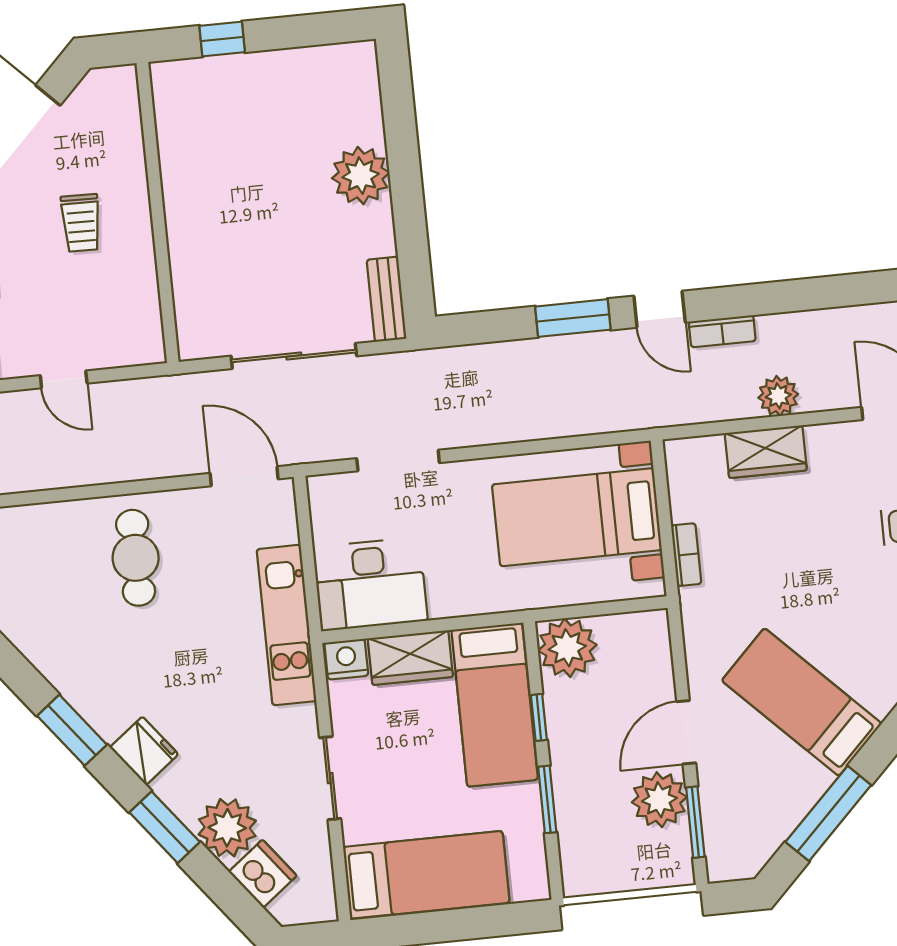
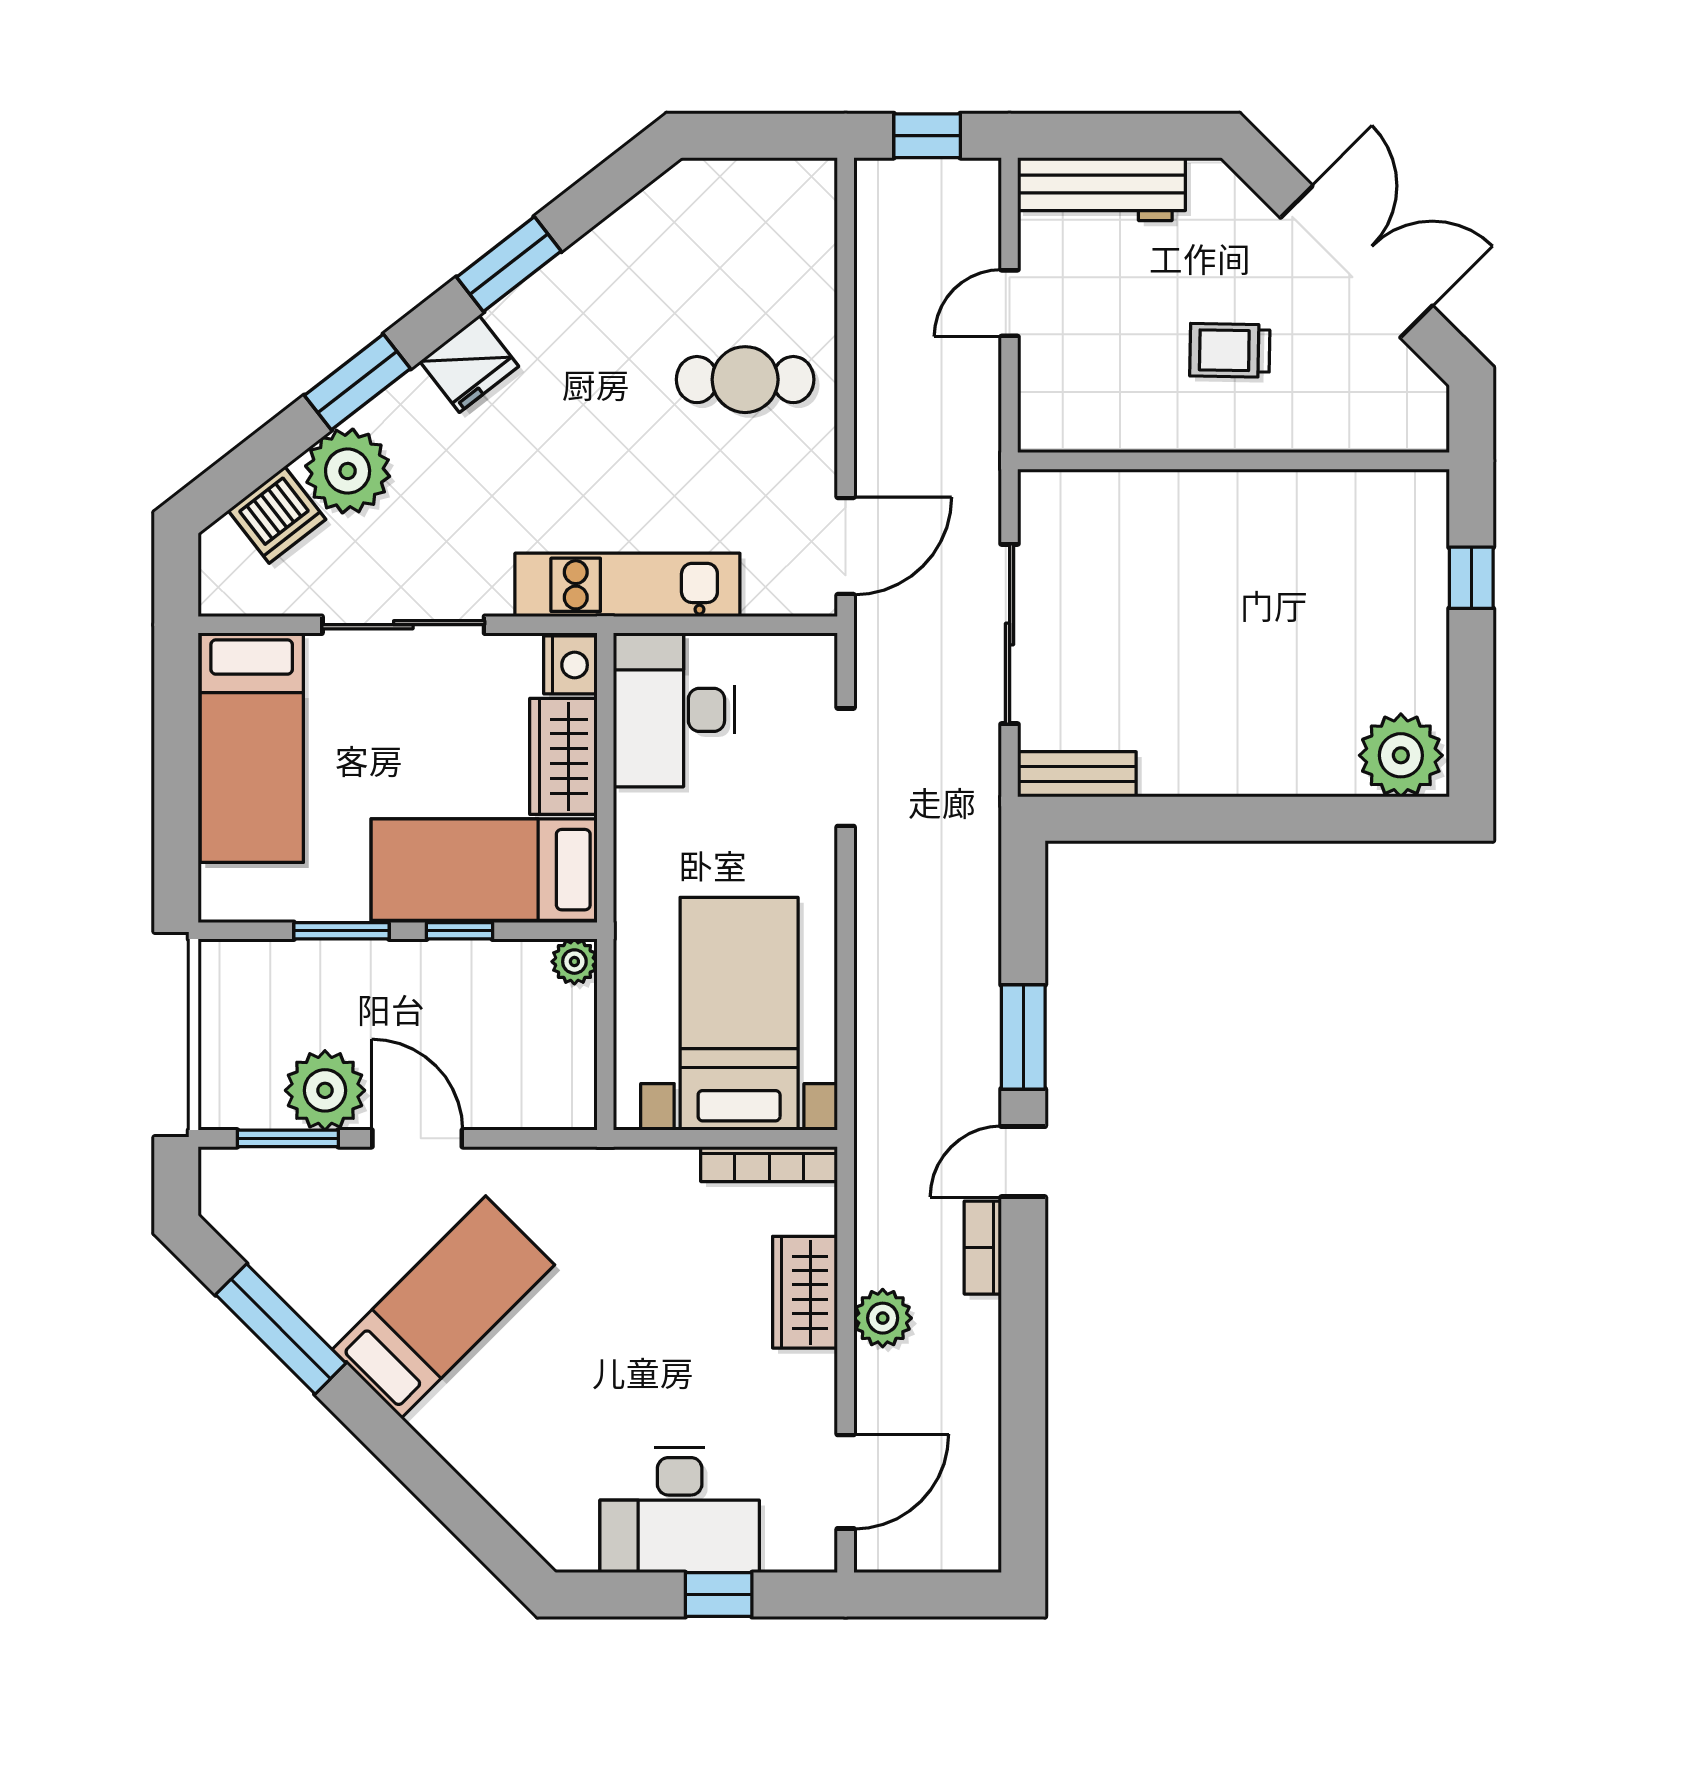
plant: (361, 176) -> (1401, 755), moved
bookcase: (686, 555) -> (769, 1164), moved, width x1.56
plant: (567, 648) -> (574, 962), width x0.53, depth x0.53
sliding door: (330, 778) -> (403, 625), width x1.37

